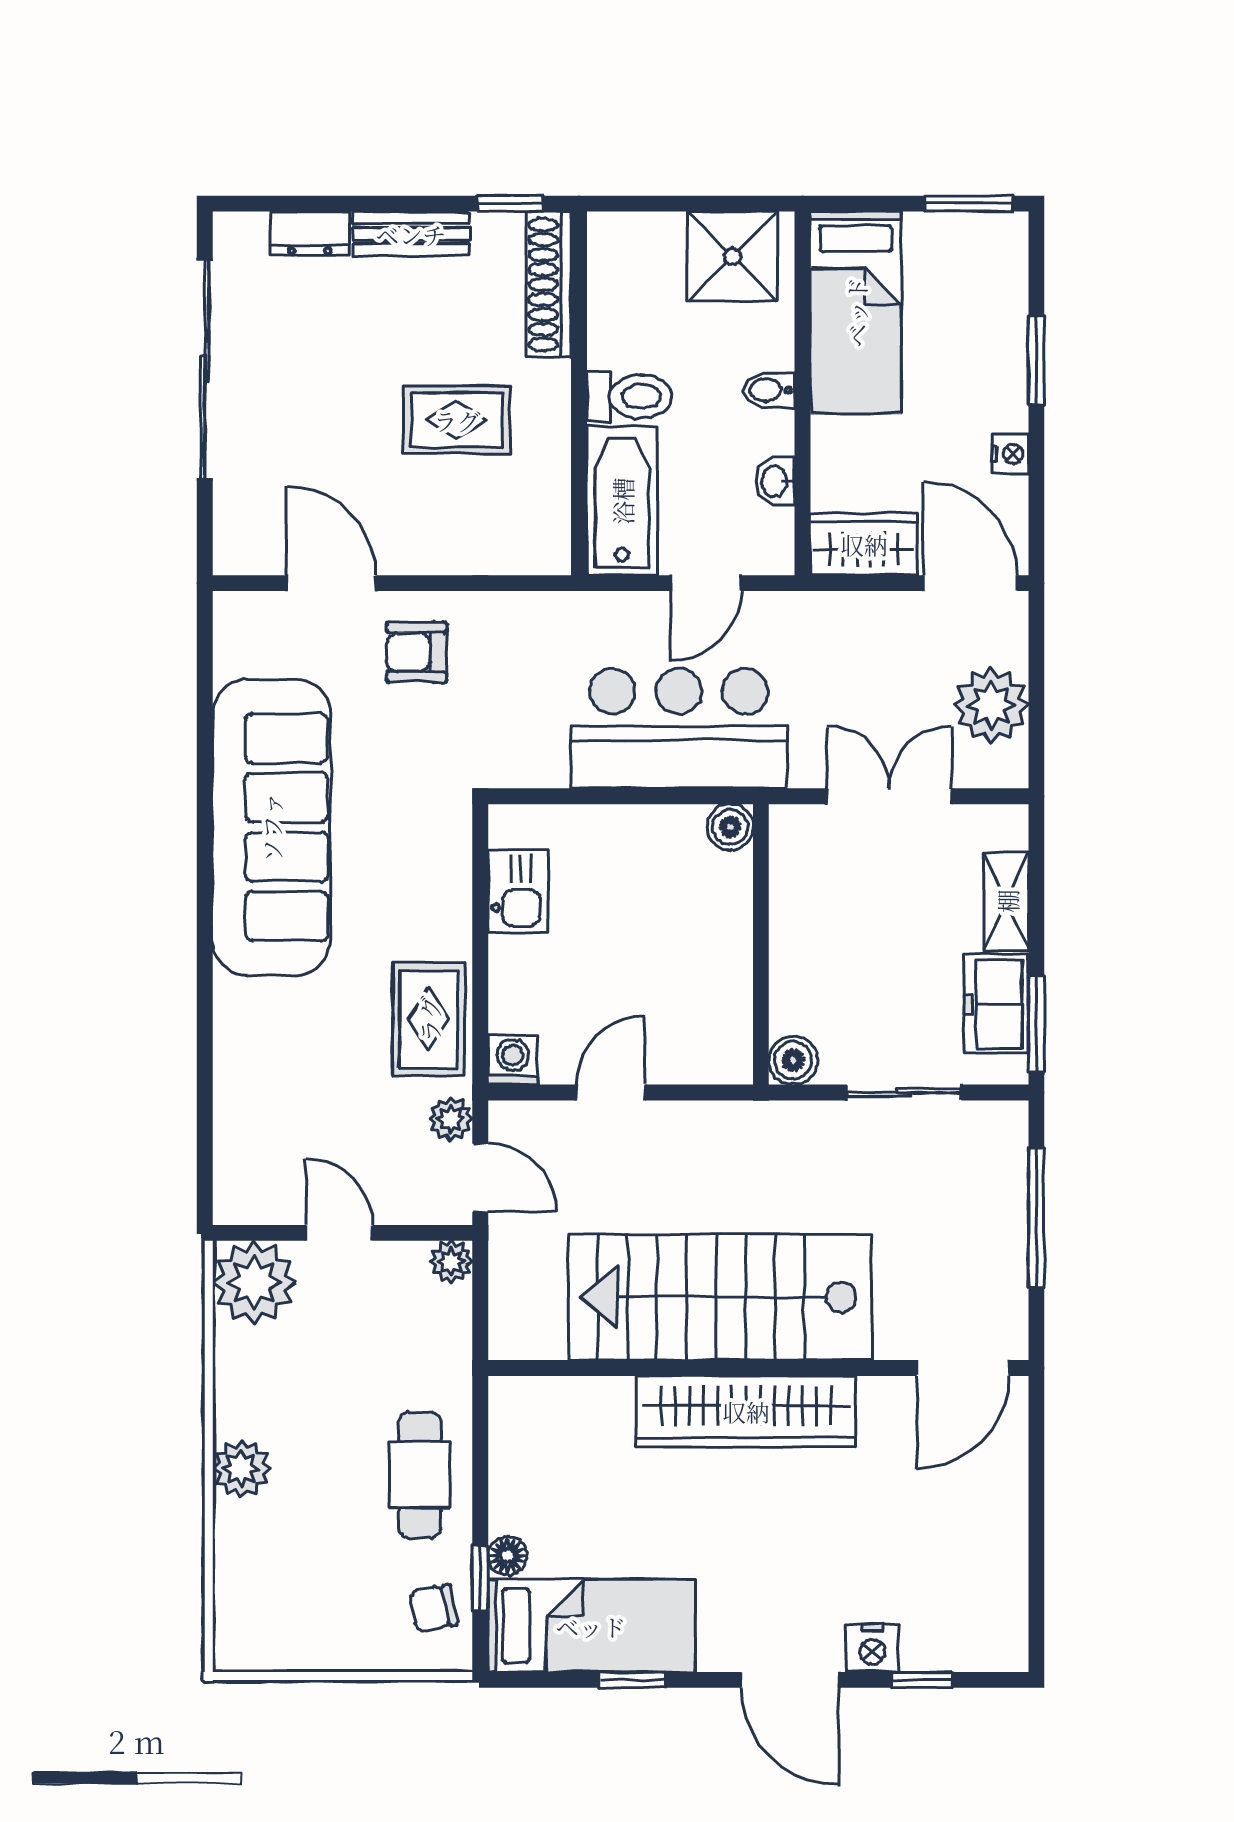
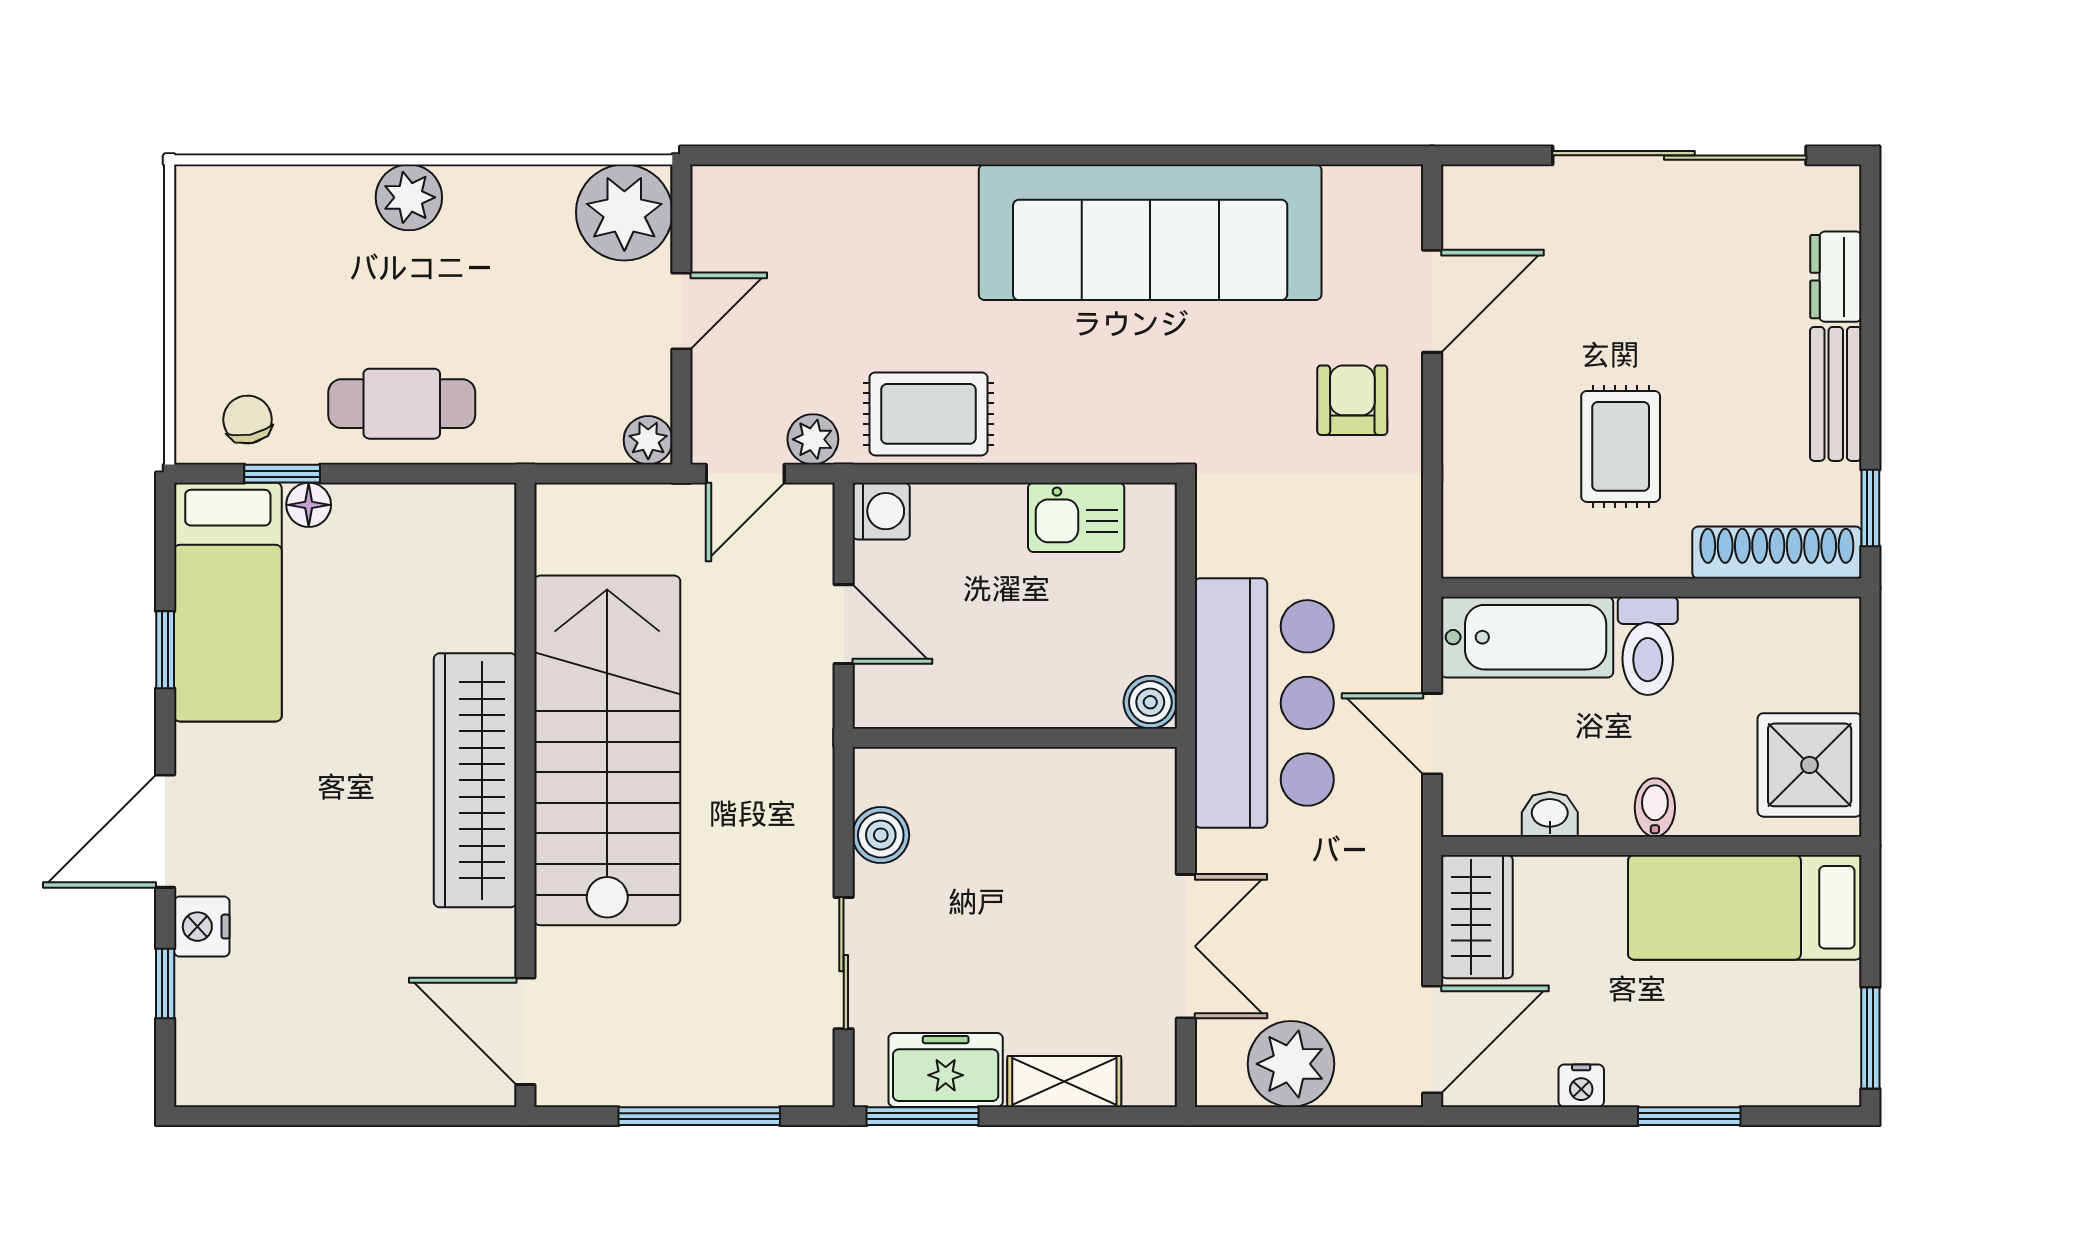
boiler: (730, 827) -> (1150, 702), moved
wall: (761, 944) -> (1015, 738), moved

